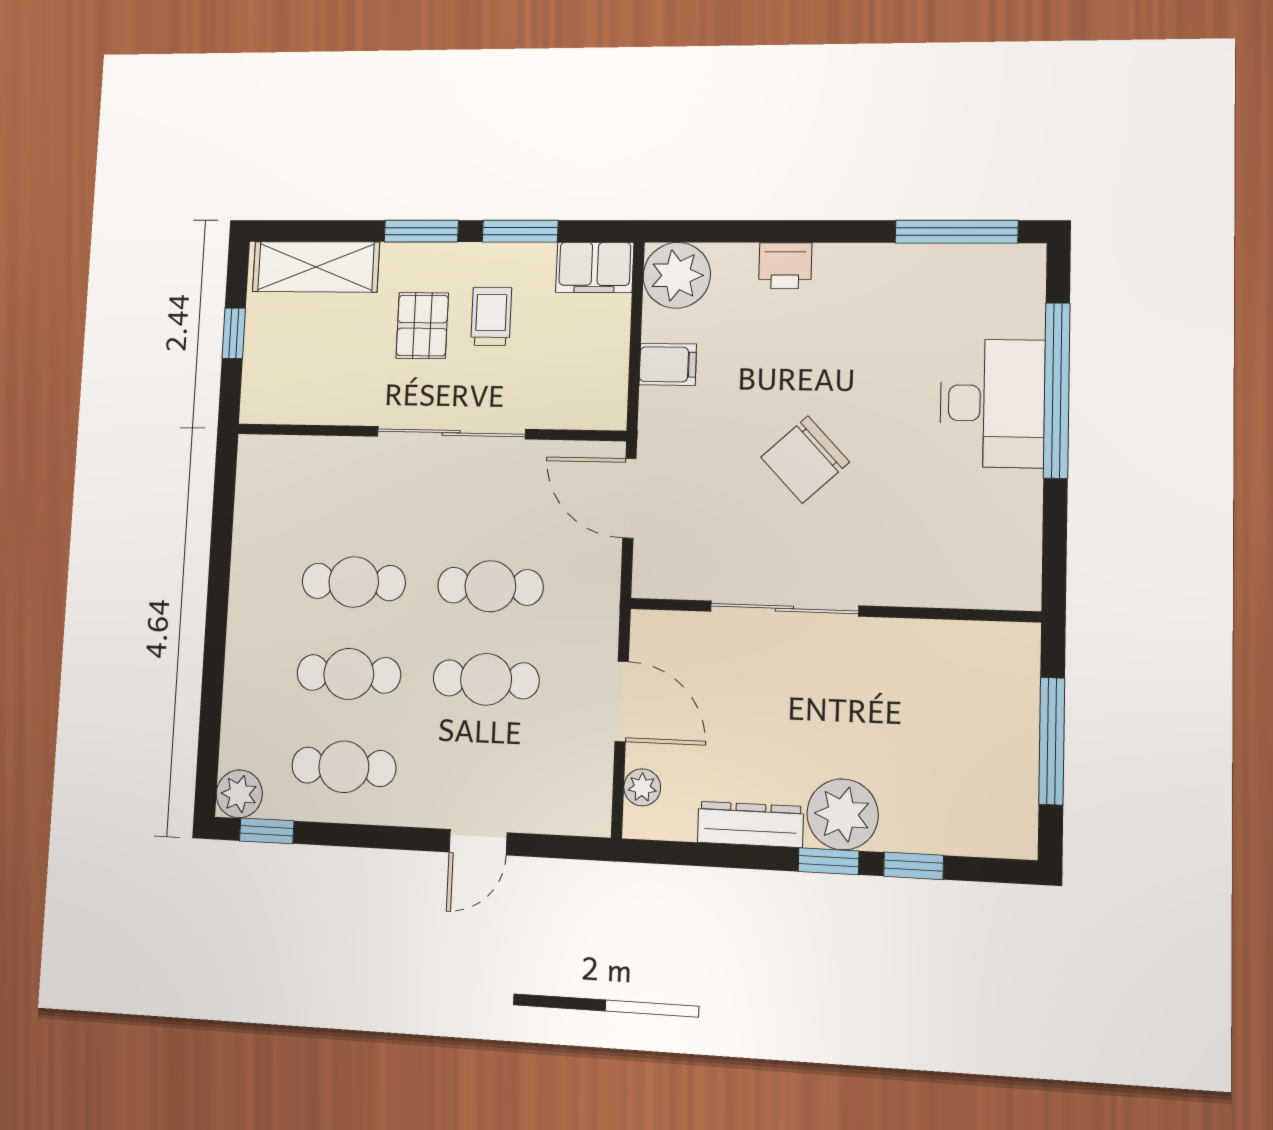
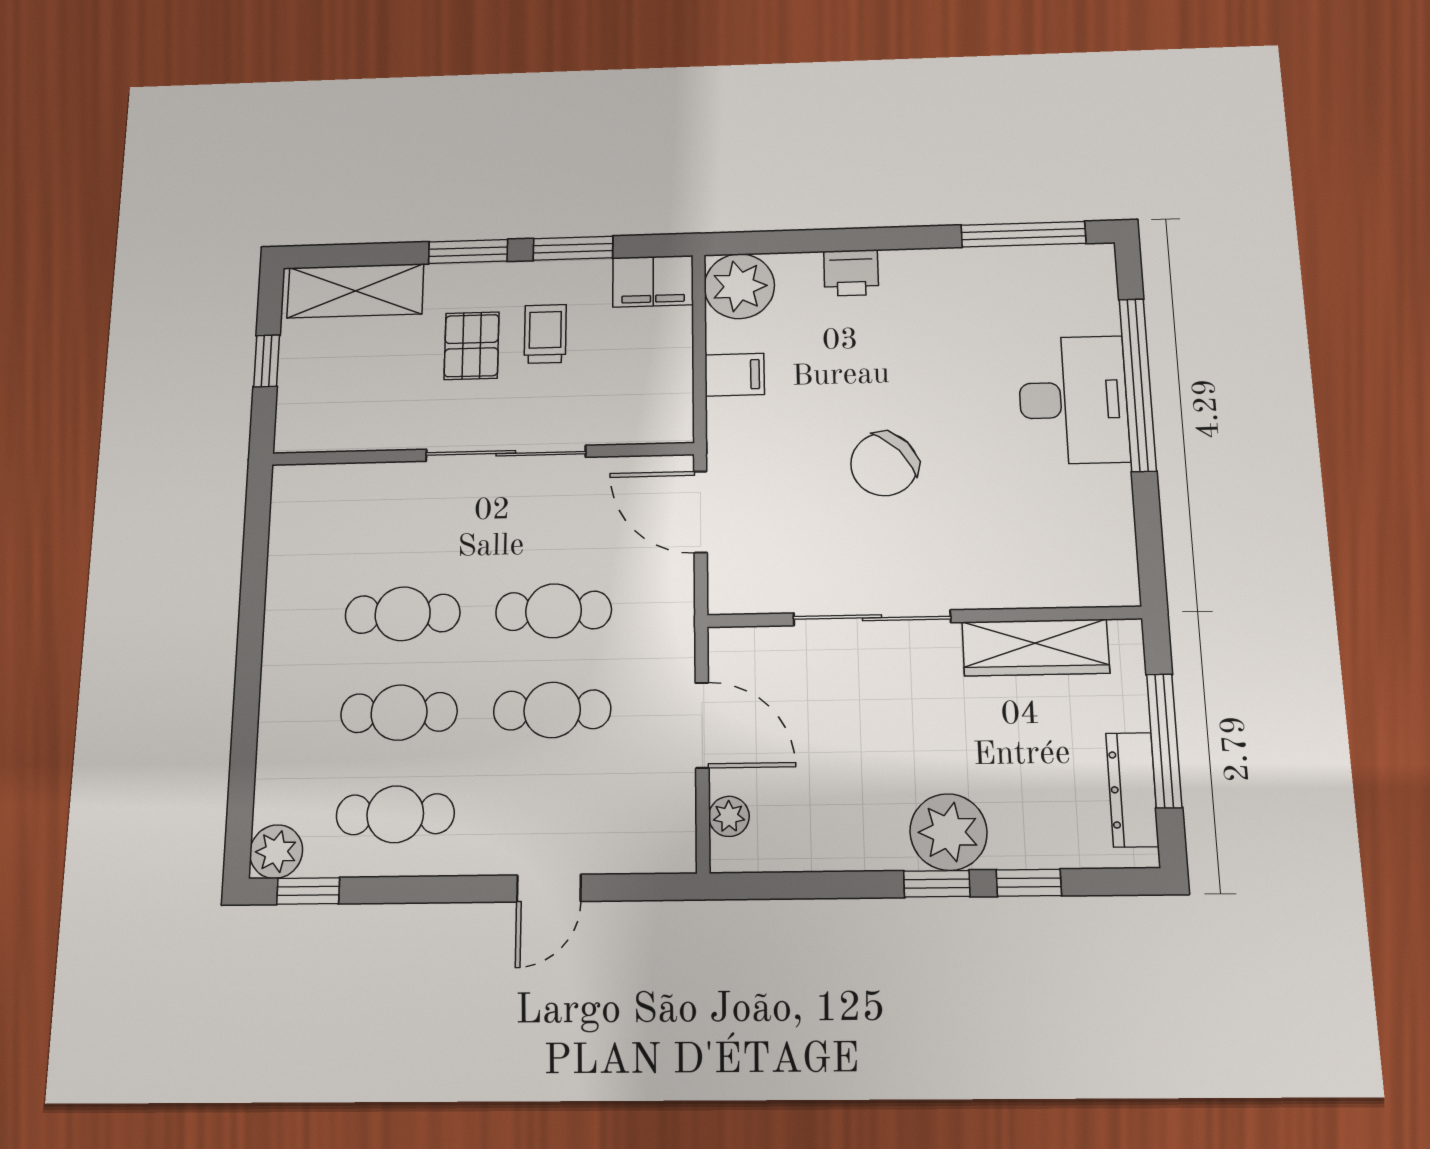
wardrobe: (937, 645) -> (1035, 647), added
dresser: (750, 824) -> (1132, 790), moved, turned -90

